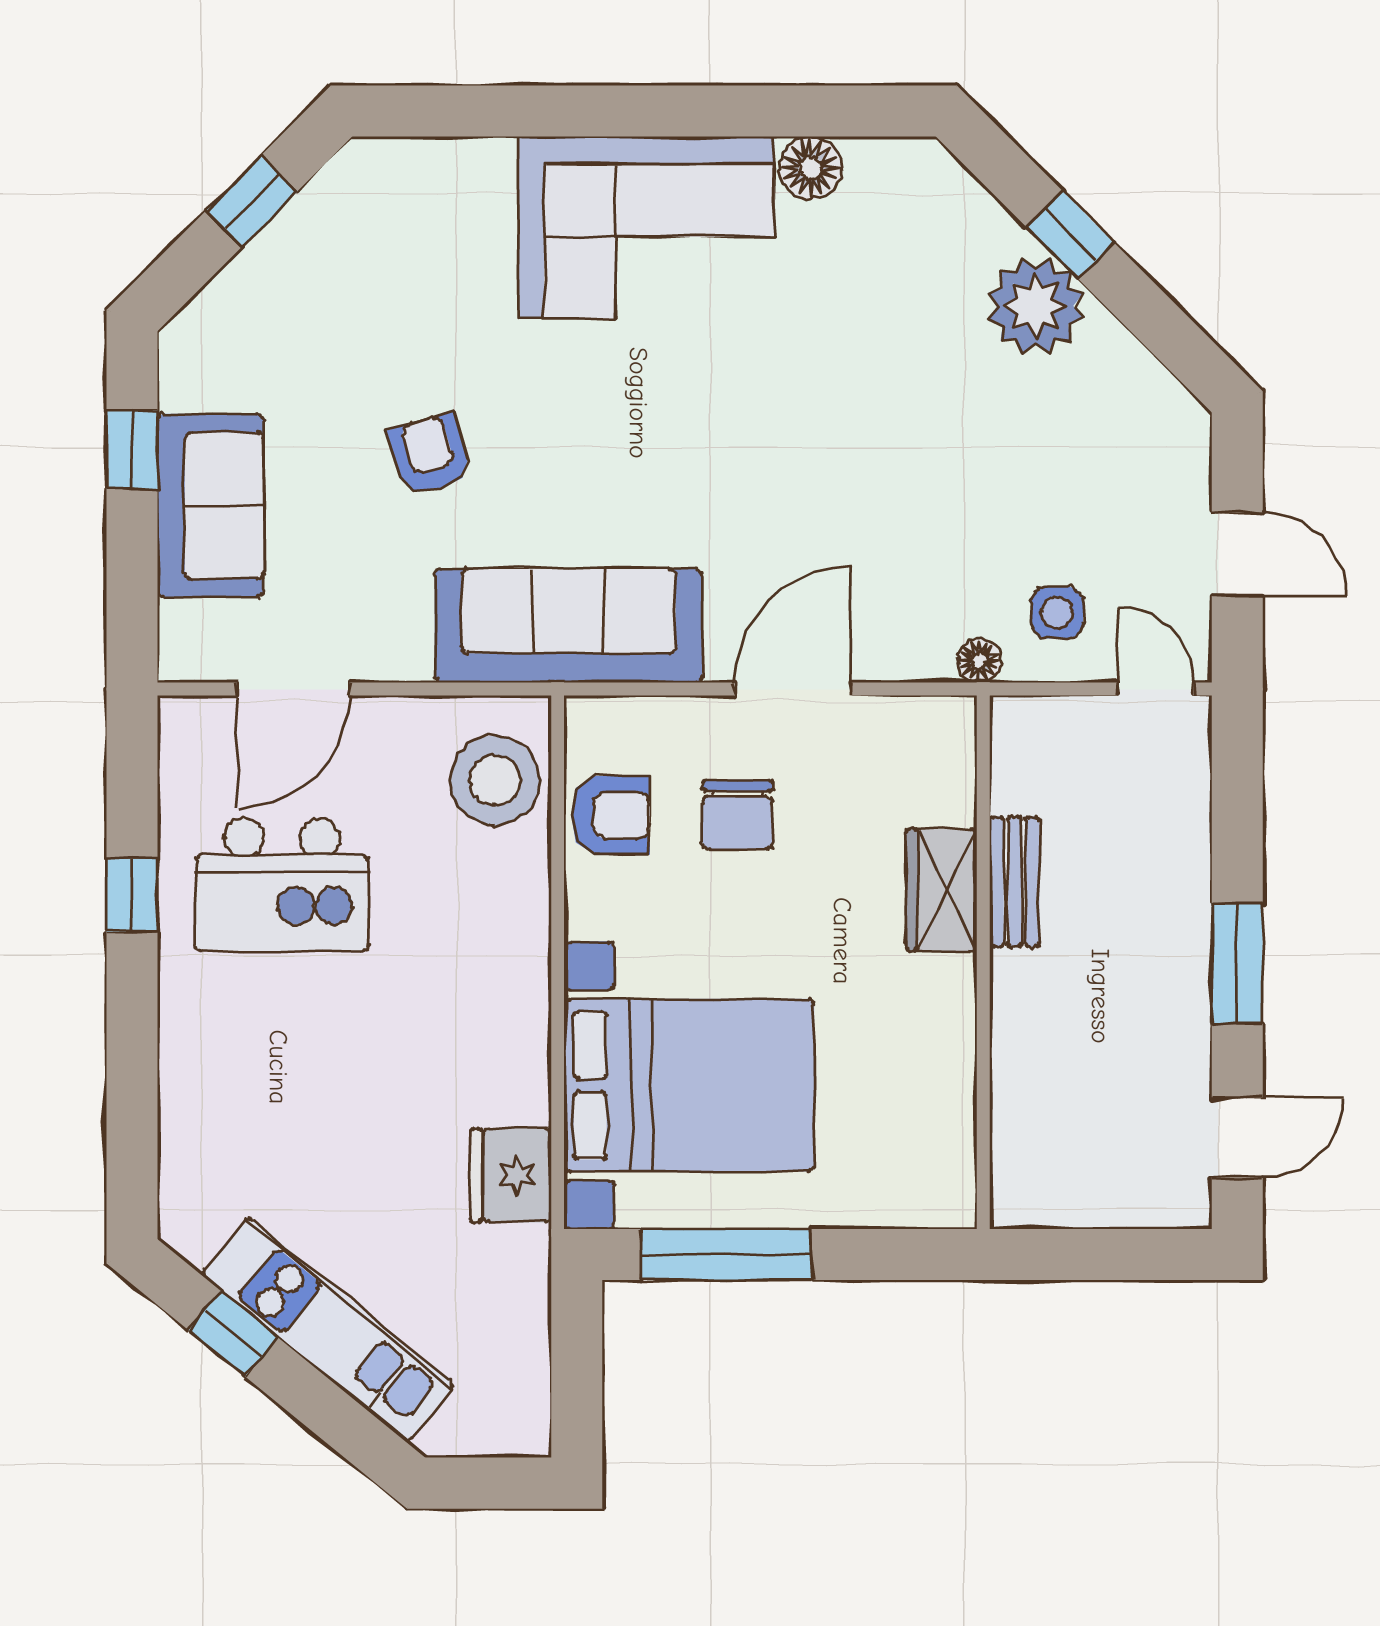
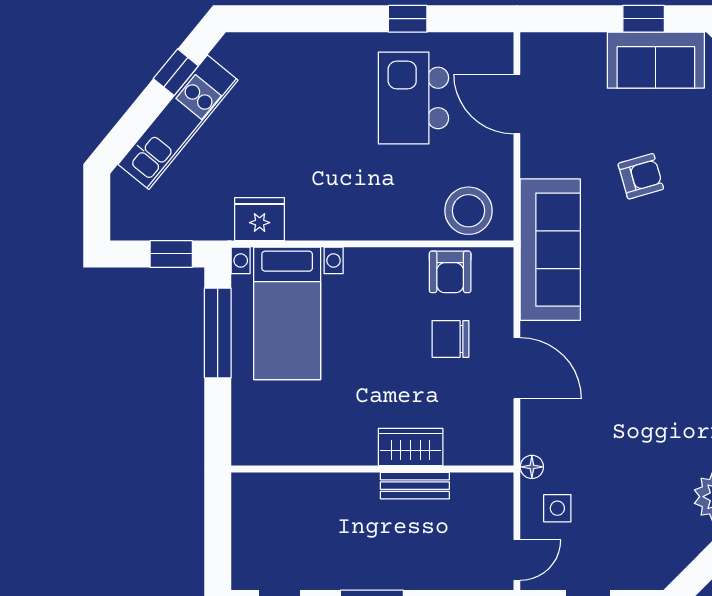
sofa: (210, 506) -> (656, 60), moved
bed with nightstands: (689, 1085) -> (287, 313), width x0.73
window: (577, 1342) -> (171, 254), added

